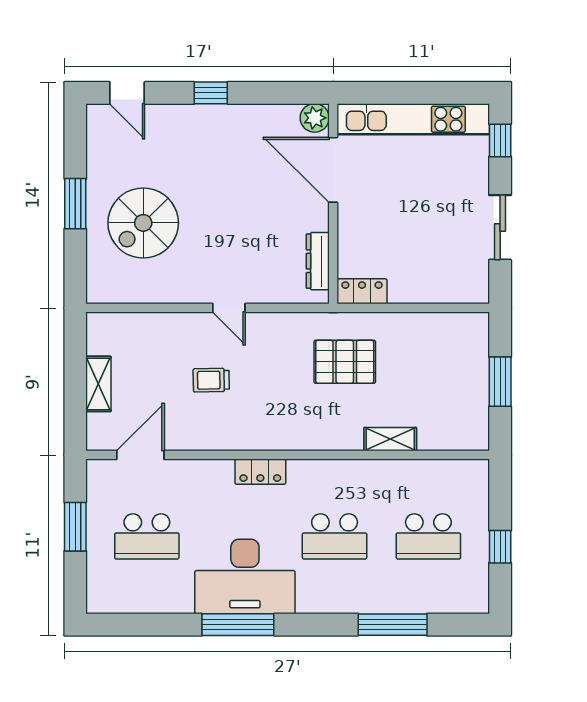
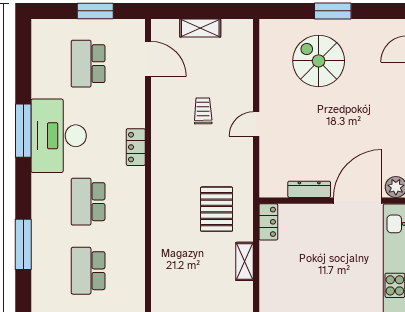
dresser: (318, 261) -> (309, 189), moved
shelving: (390, 439) -> (245, 261), moved

